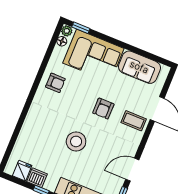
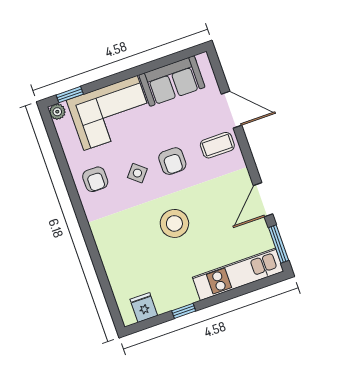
floor lamp: (62, 41) -> (62, 128), removed
armchair: (55, 83) -> (95, 179), turned 90
side table: (80, 99) -> (137, 173), added
dishwasher: (37, 178) -> (167, 301), removed

